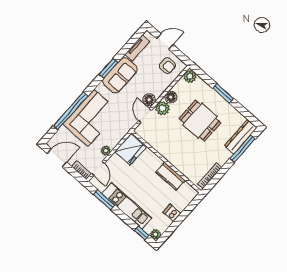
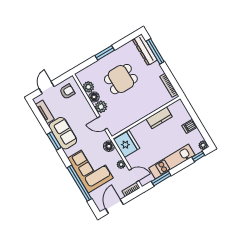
plant: (190, 76) -> (88, 87), moved
floor lamp: (149, 100) -> (109, 146), moved

